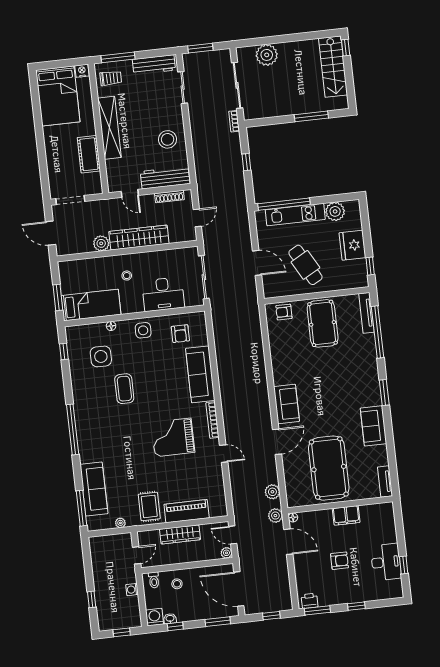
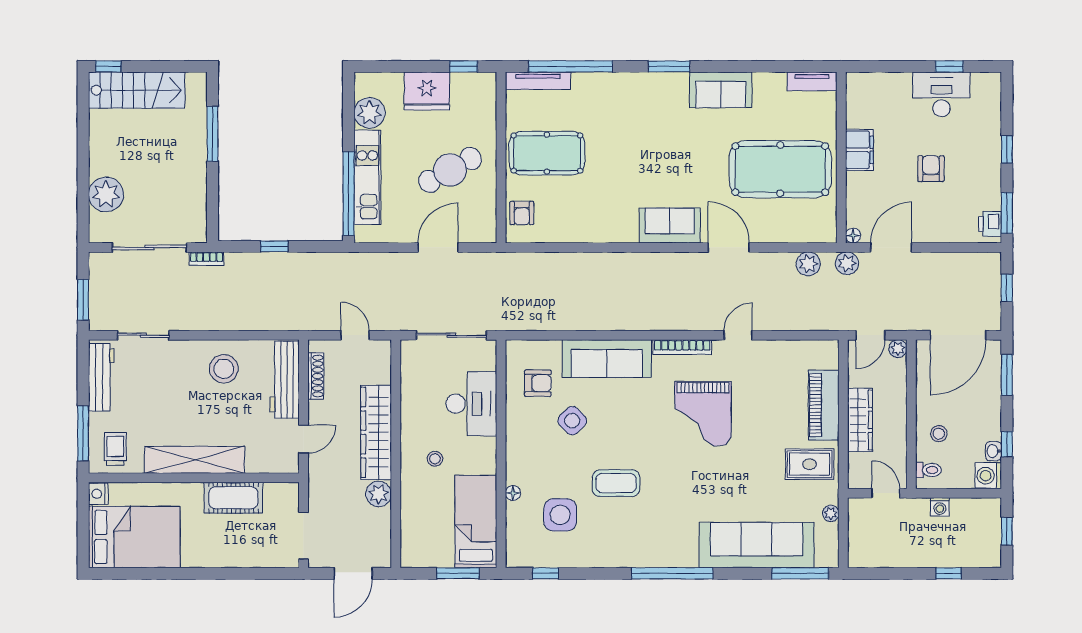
side table: (143, 330) -> (572, 421), moved, turned 45
sofa: (94, 489) -> (756, 545), width x1.36, depth x1.27

